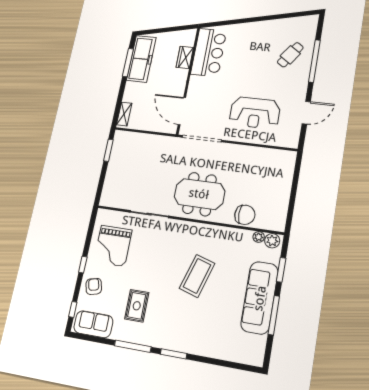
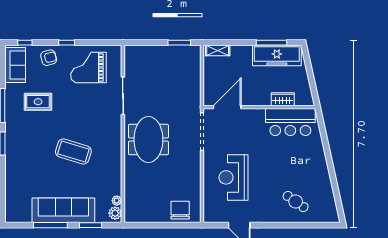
window: (314, 61) -> (292, 225), removed
chair: (245, 215) -> (180, 210), moved, turned 180

